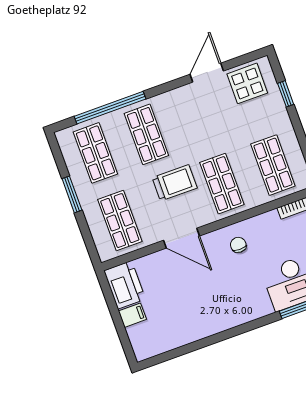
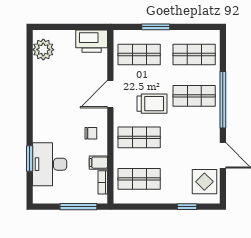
window: (110, 108) -> (223, 100), moved
trolley: (175, 183) -> (152, 104), turned -90
window: (72, 194) -> (156, 27), moved
filing cabinet: (132, 315) -> (98, 163), moved, turned 90
plant: (156, 341) -> (43, 50), added

